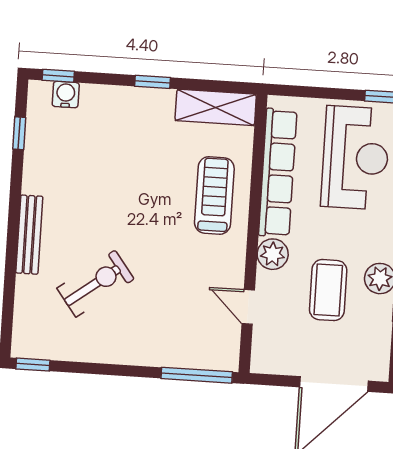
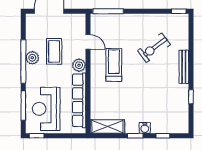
window: (58, 76) -> (163, 136), moved
water cooler: (66, 95) -> (145, 128), moved
window: (19, 133) -> (191, 97), moved
treadmill: (214, 195) -> (114, 65), moved, turned 180

